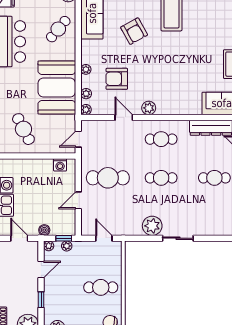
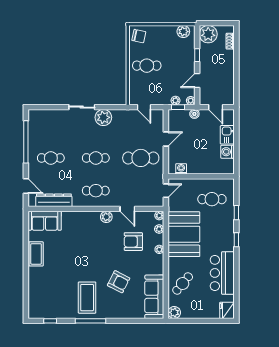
armchair: (134, 31) -> (119, 282), turned 146
armchair: (117, 79) -> (133, 242), turned 180
cafe table: (23, 129) -> (212, 199), turned -63

